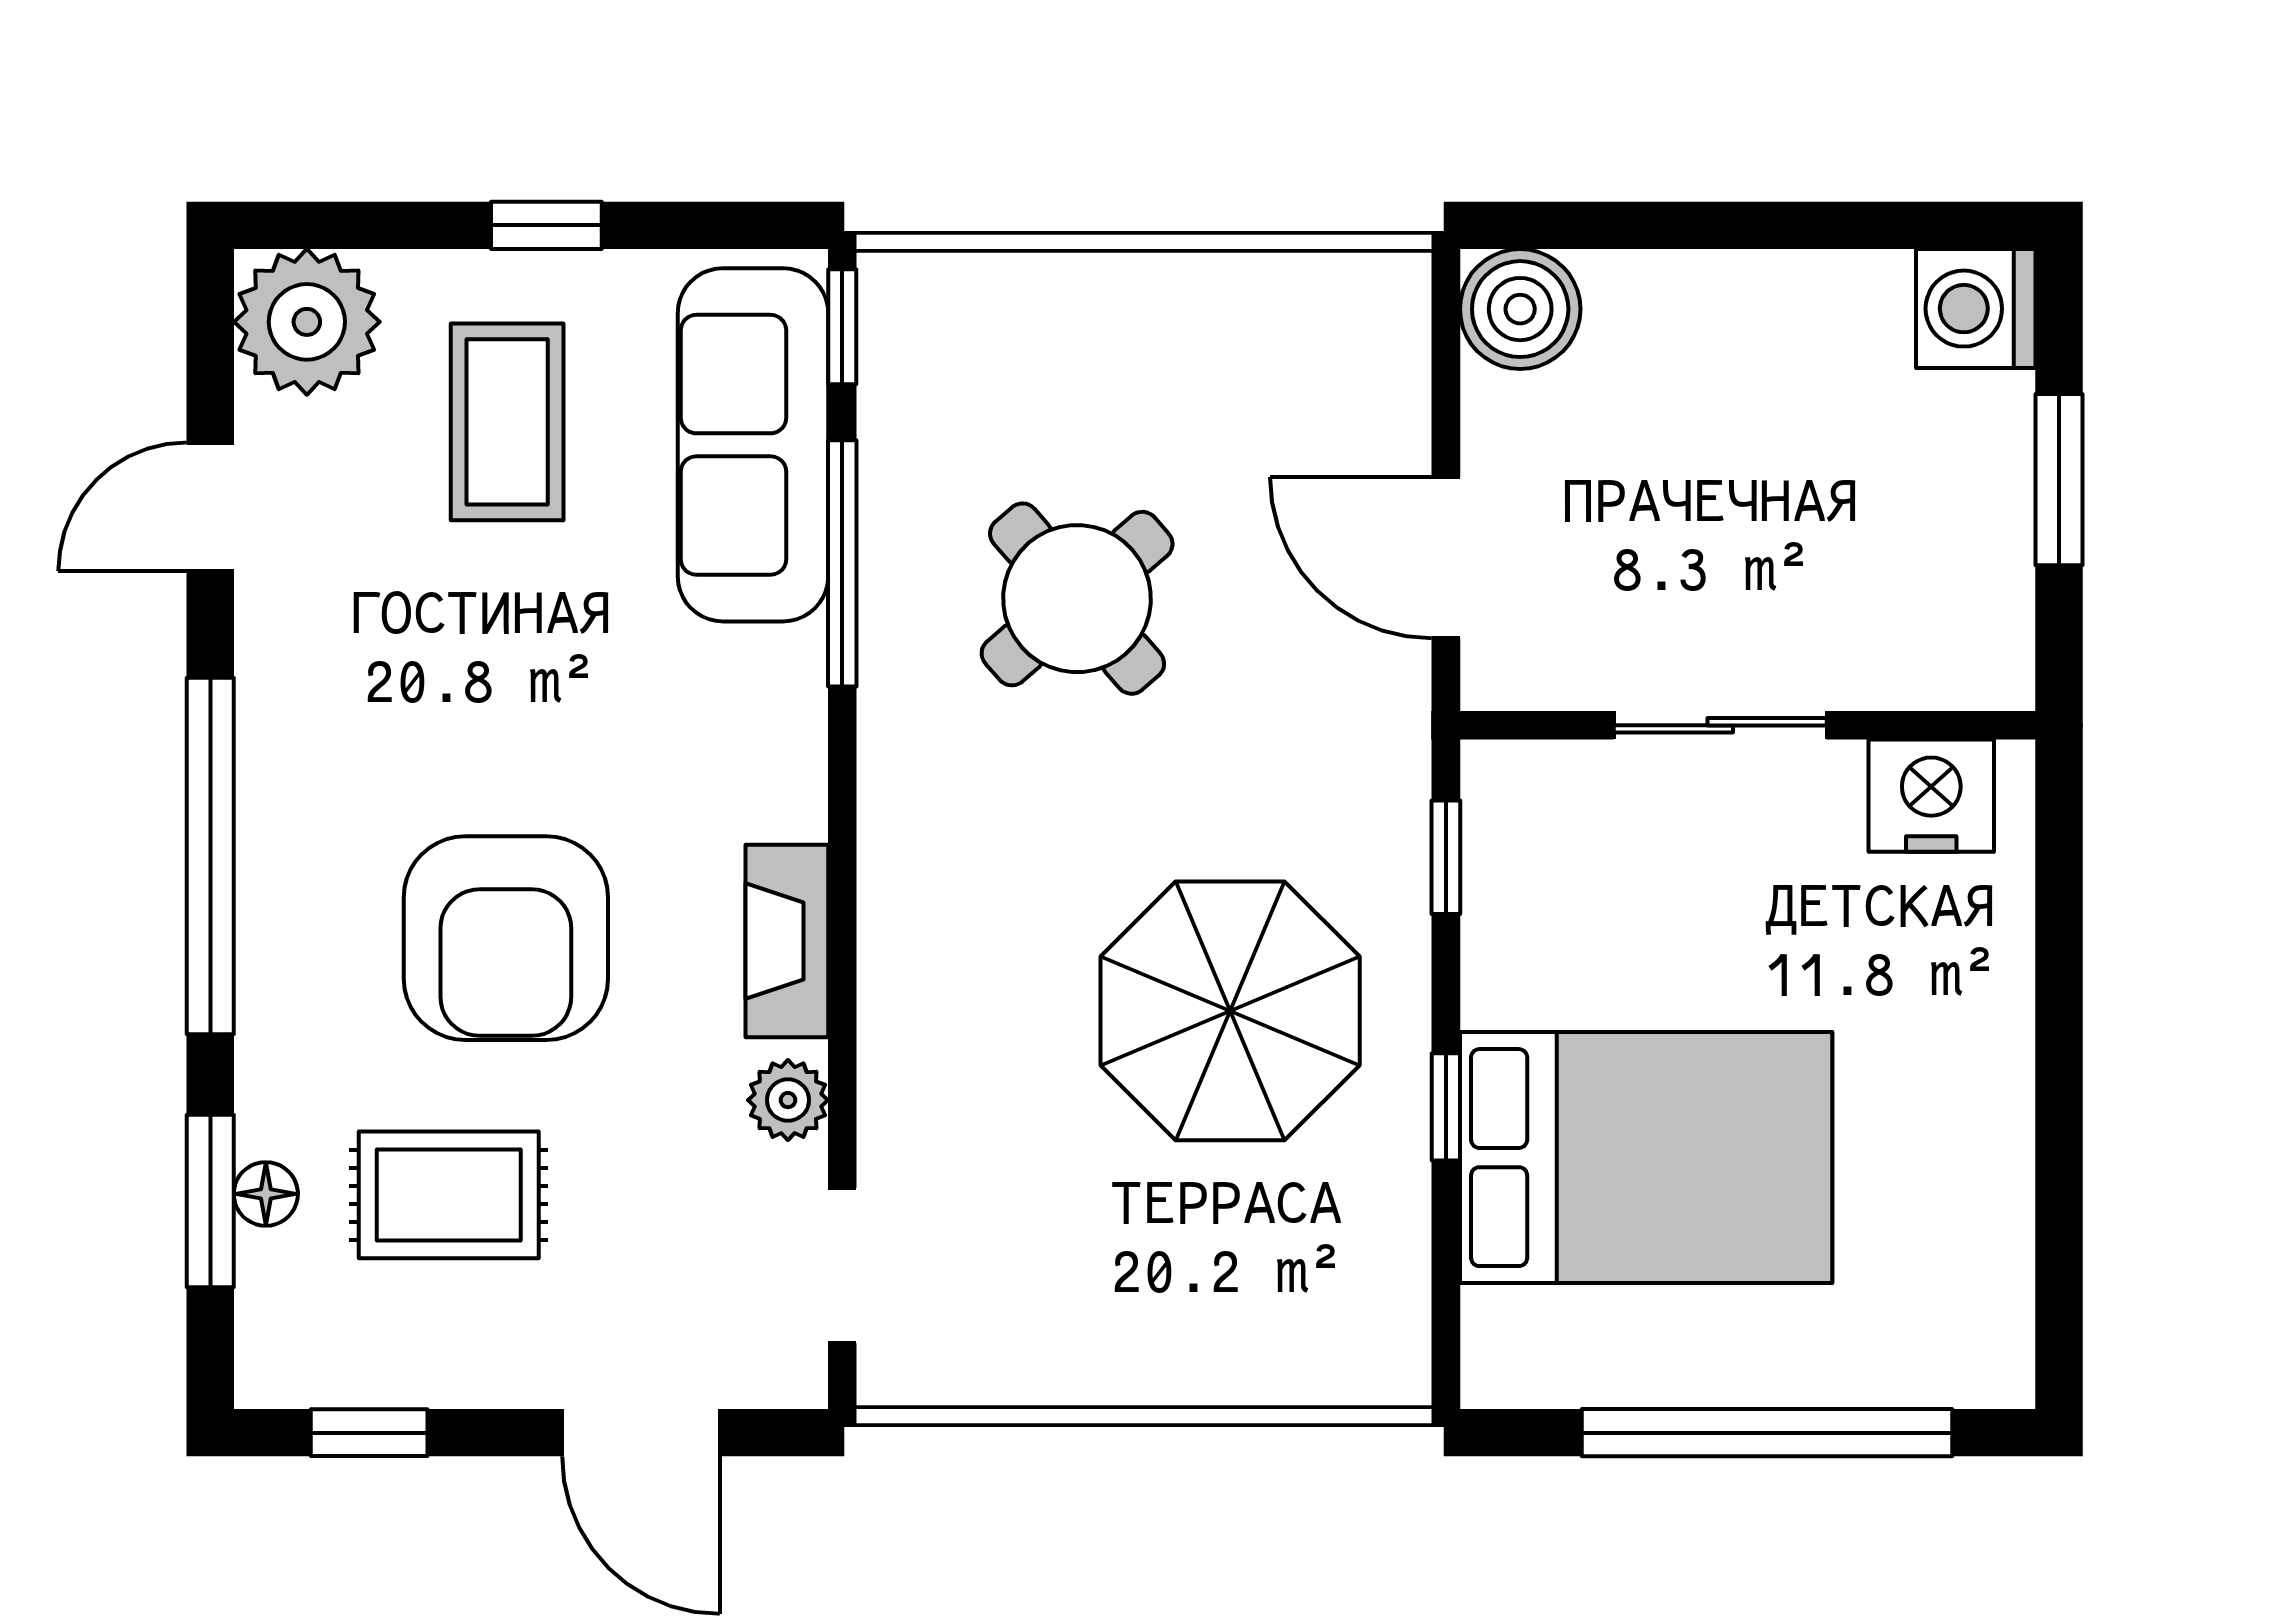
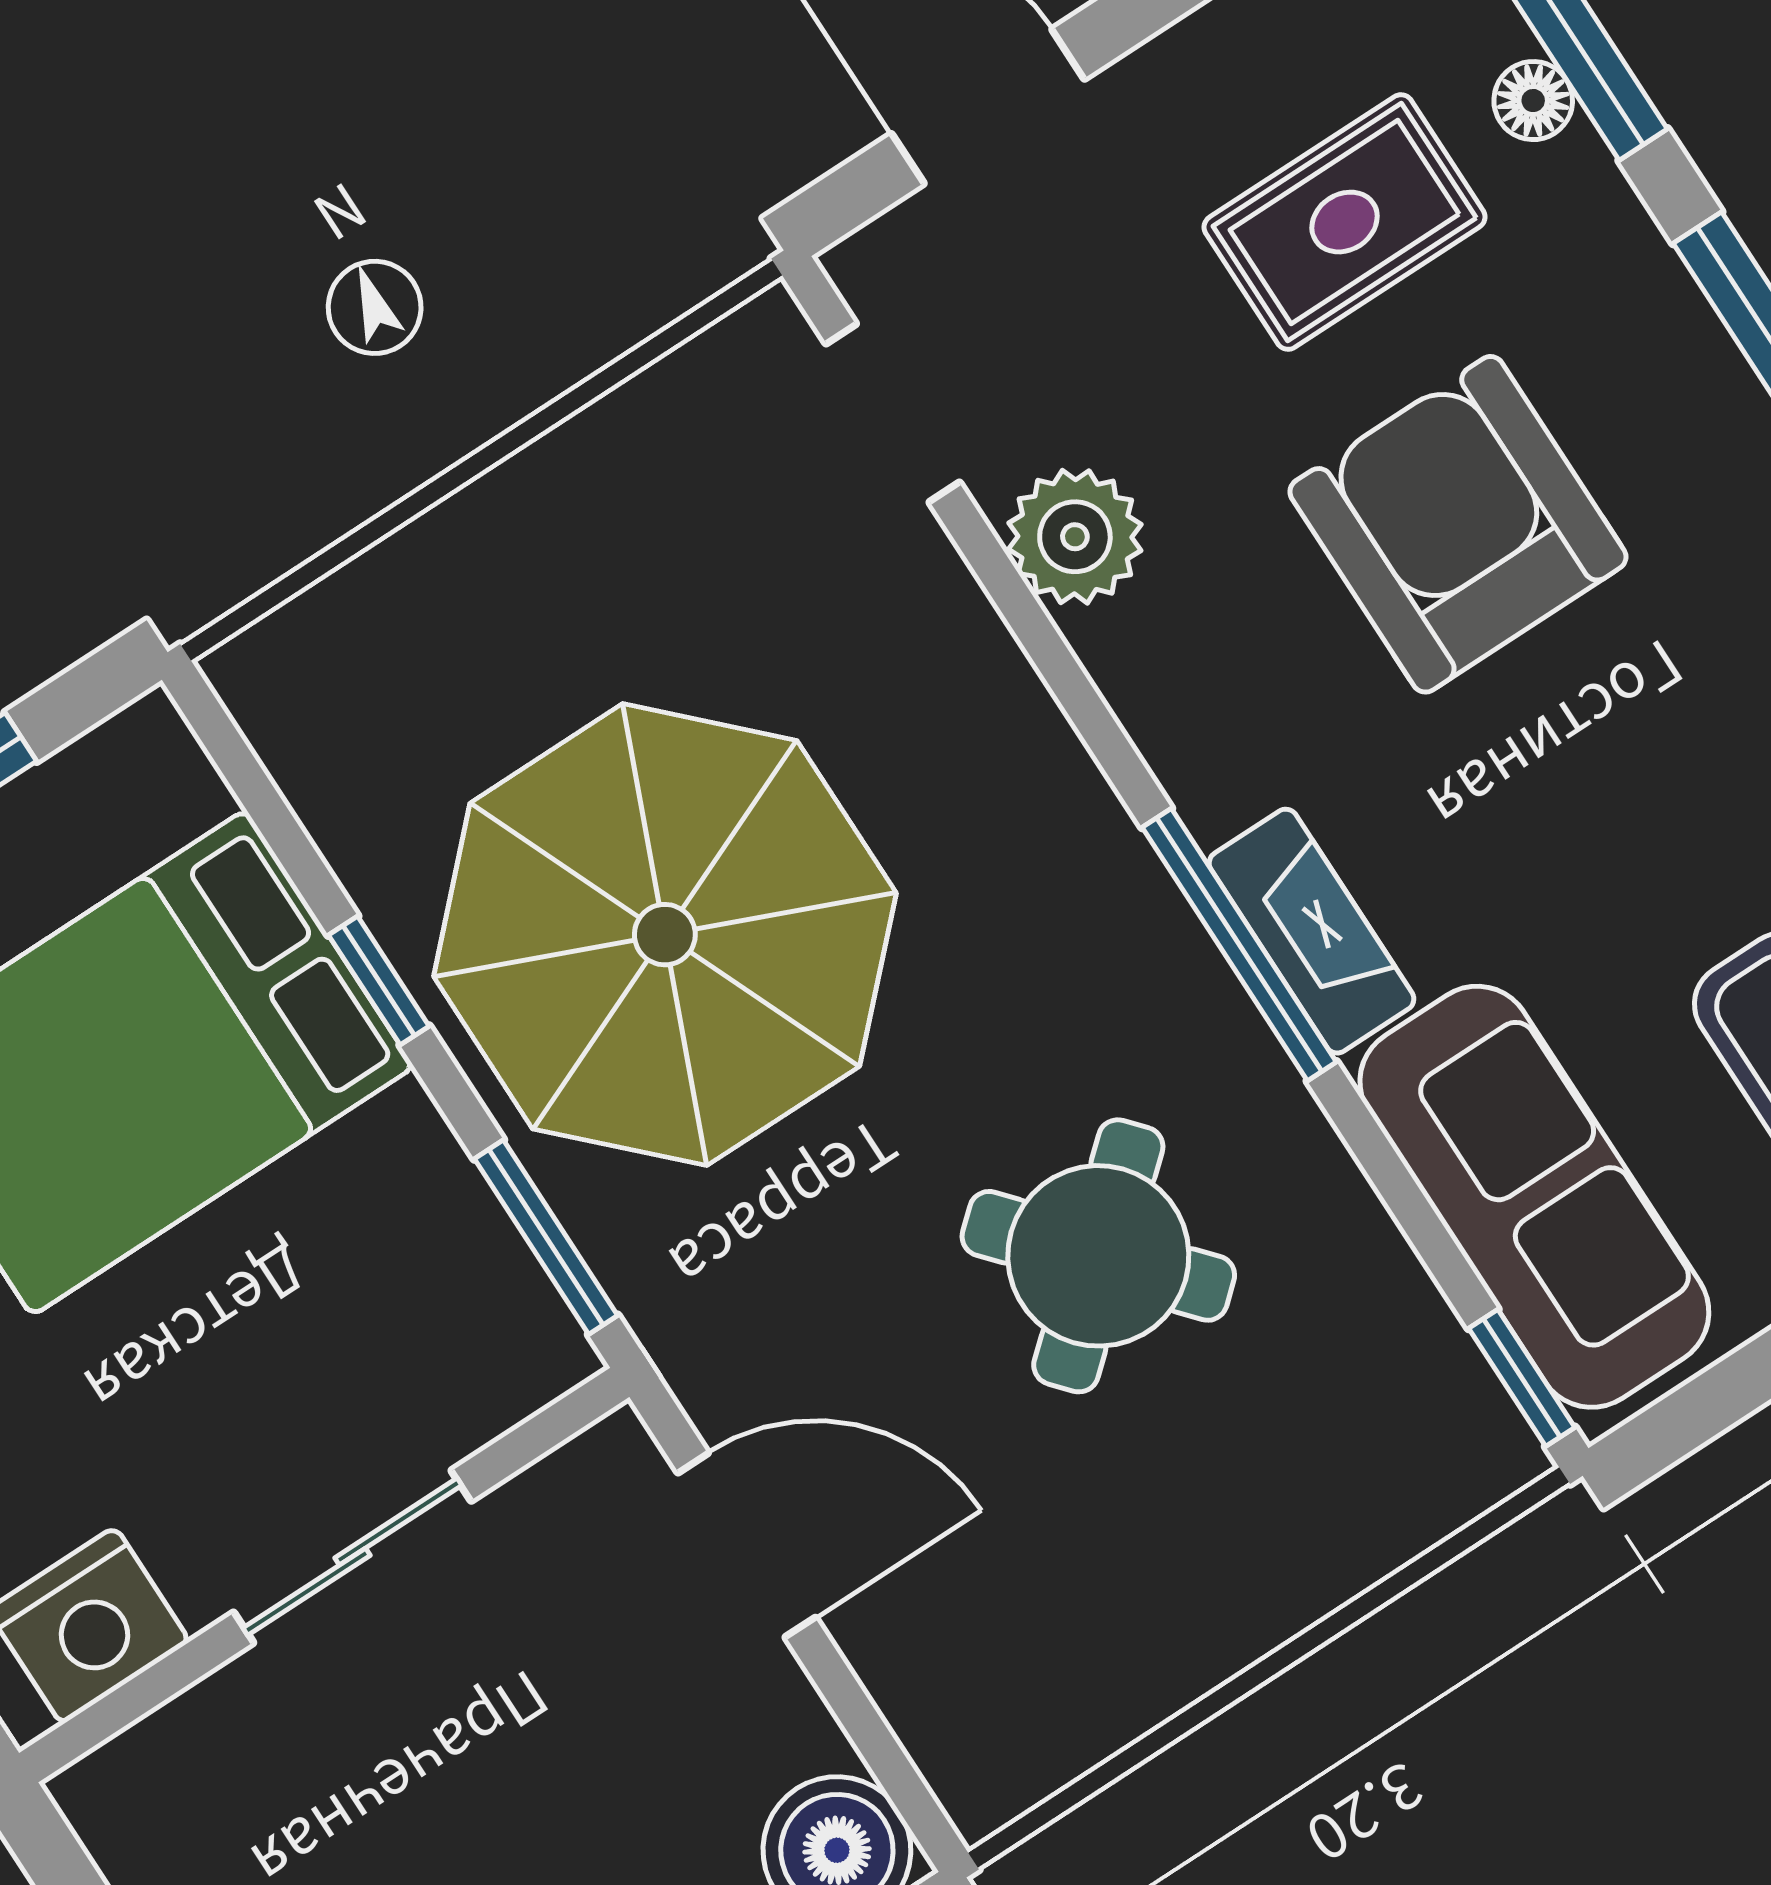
window: (842, 563) -> (1239, 945), moved
window: (1446, 857) -> (546, 1237), width x1.50
fireplace: (787, 941) -> (1311, 931), moved
parasol: (1230, 1011) -> (665, 935), width x1.36, depth x1.36
plant: (788, 1100) -> (1075, 537), width x1.38, depth x1.38

